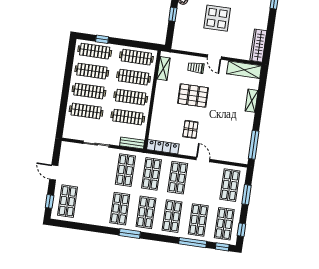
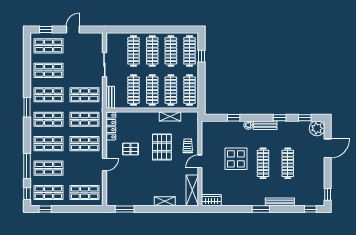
wardrobe: (258, 46) -> (211, 200), width x0.67
shelving: (163, 69) -> (170, 116), moved
window: (254, 145) -> (125, 209), width x0.69
window: (246, 195) -> (78, 209), removed
shop shelf: (94, 205) -> (48, 70), added

